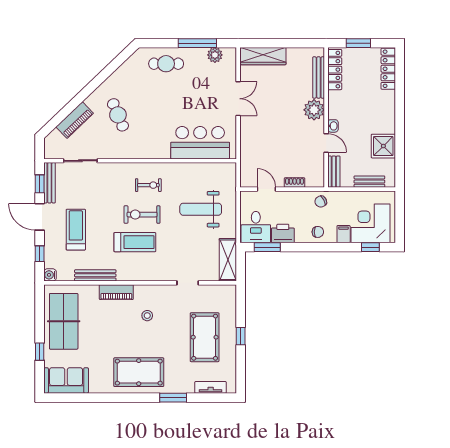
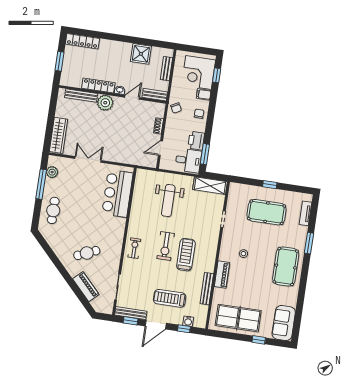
locker: (335, 70) -> (98, 86), moved
exercise bike: (148, 185) -> (134, 248), moved
water cooler: (50, 275) -> (188, 321), moved

